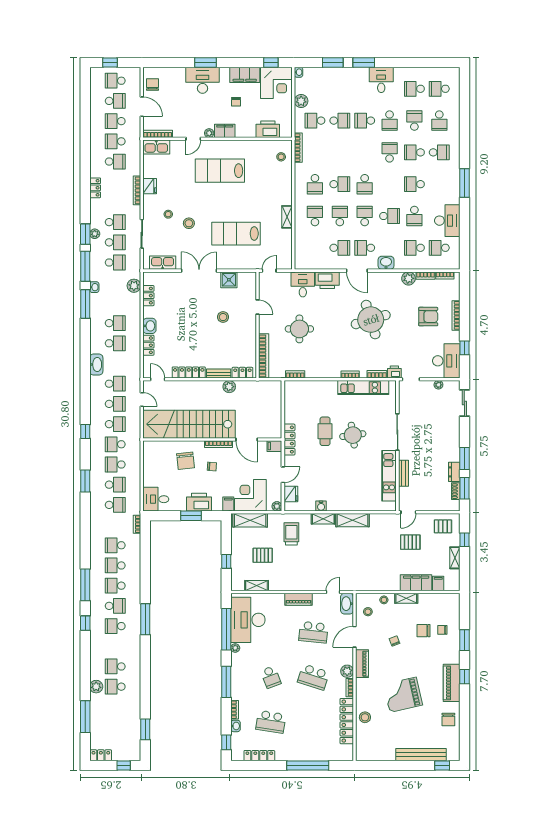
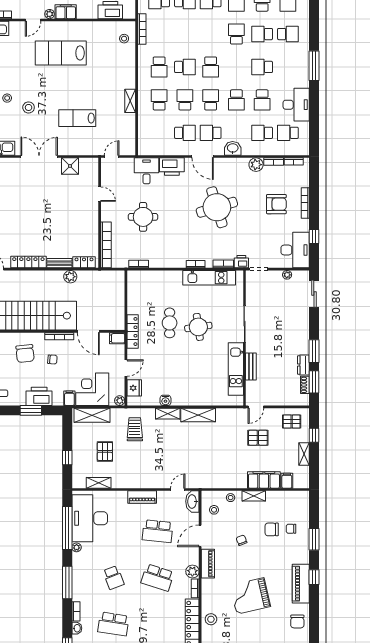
school desk: (390, 216) -> (236, 100), turned 90
lab bench: (236, 234) -> (77, 118), width x0.73, depth x0.72
stool: (223, 317) -> (64, 205), removed
pallet: (263, 555) -> (105, 451), turned 90

